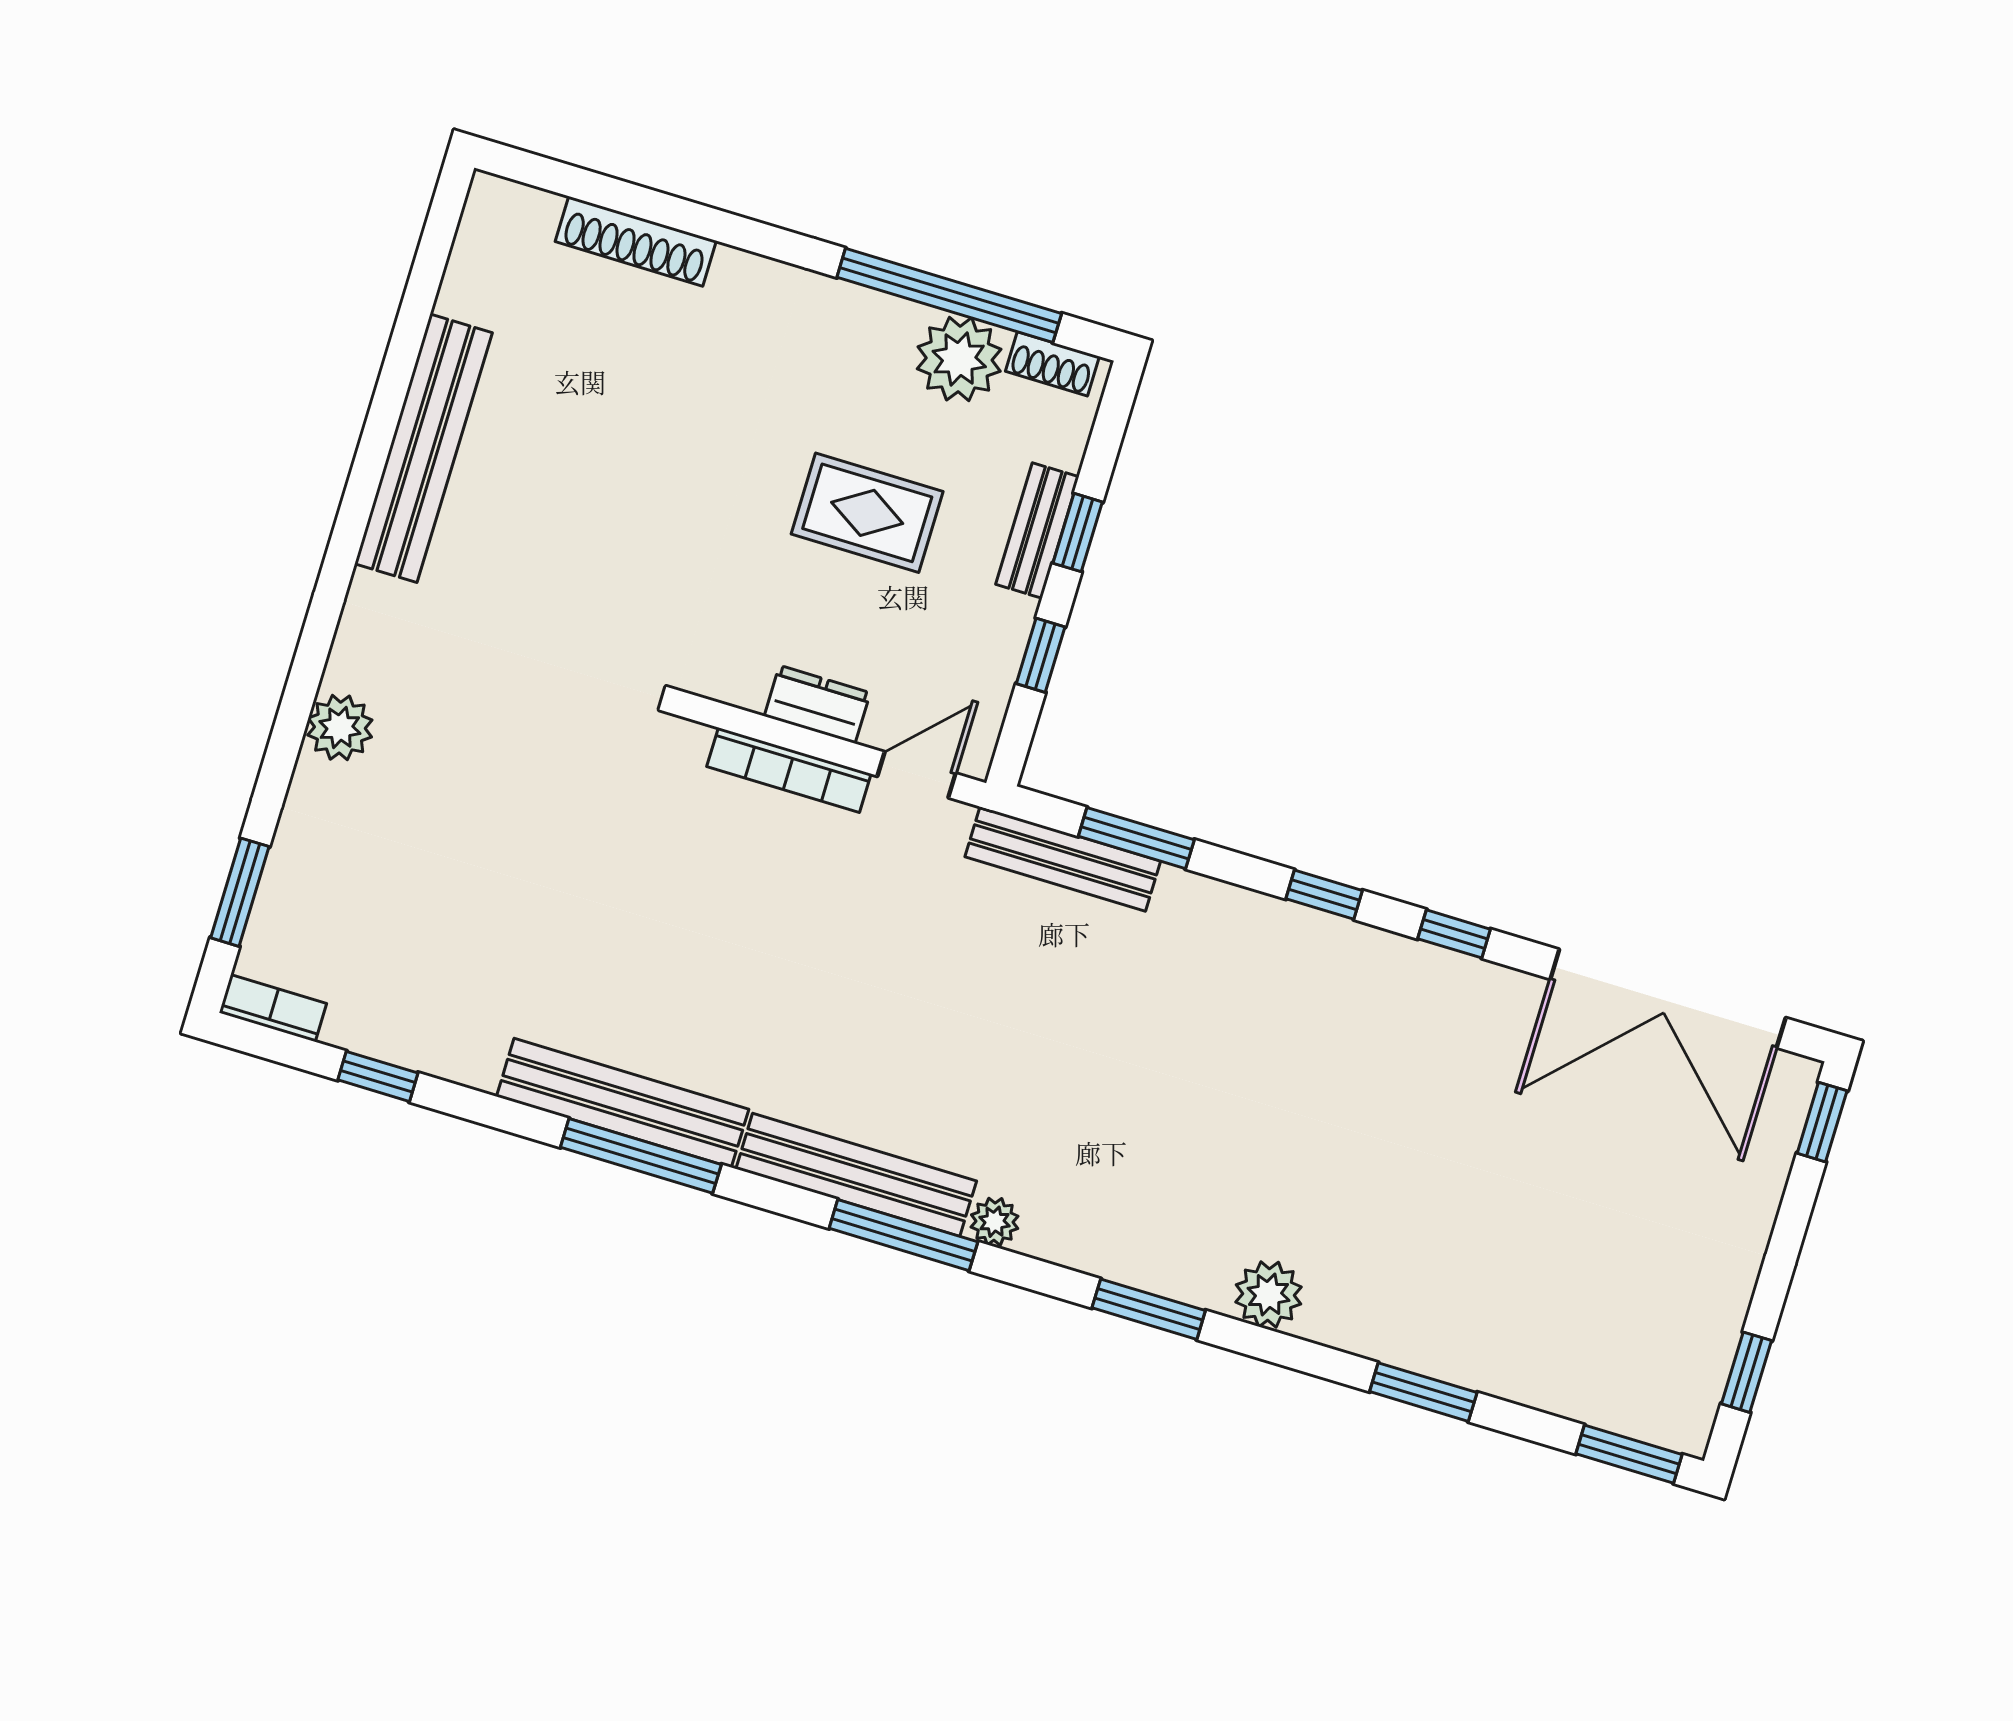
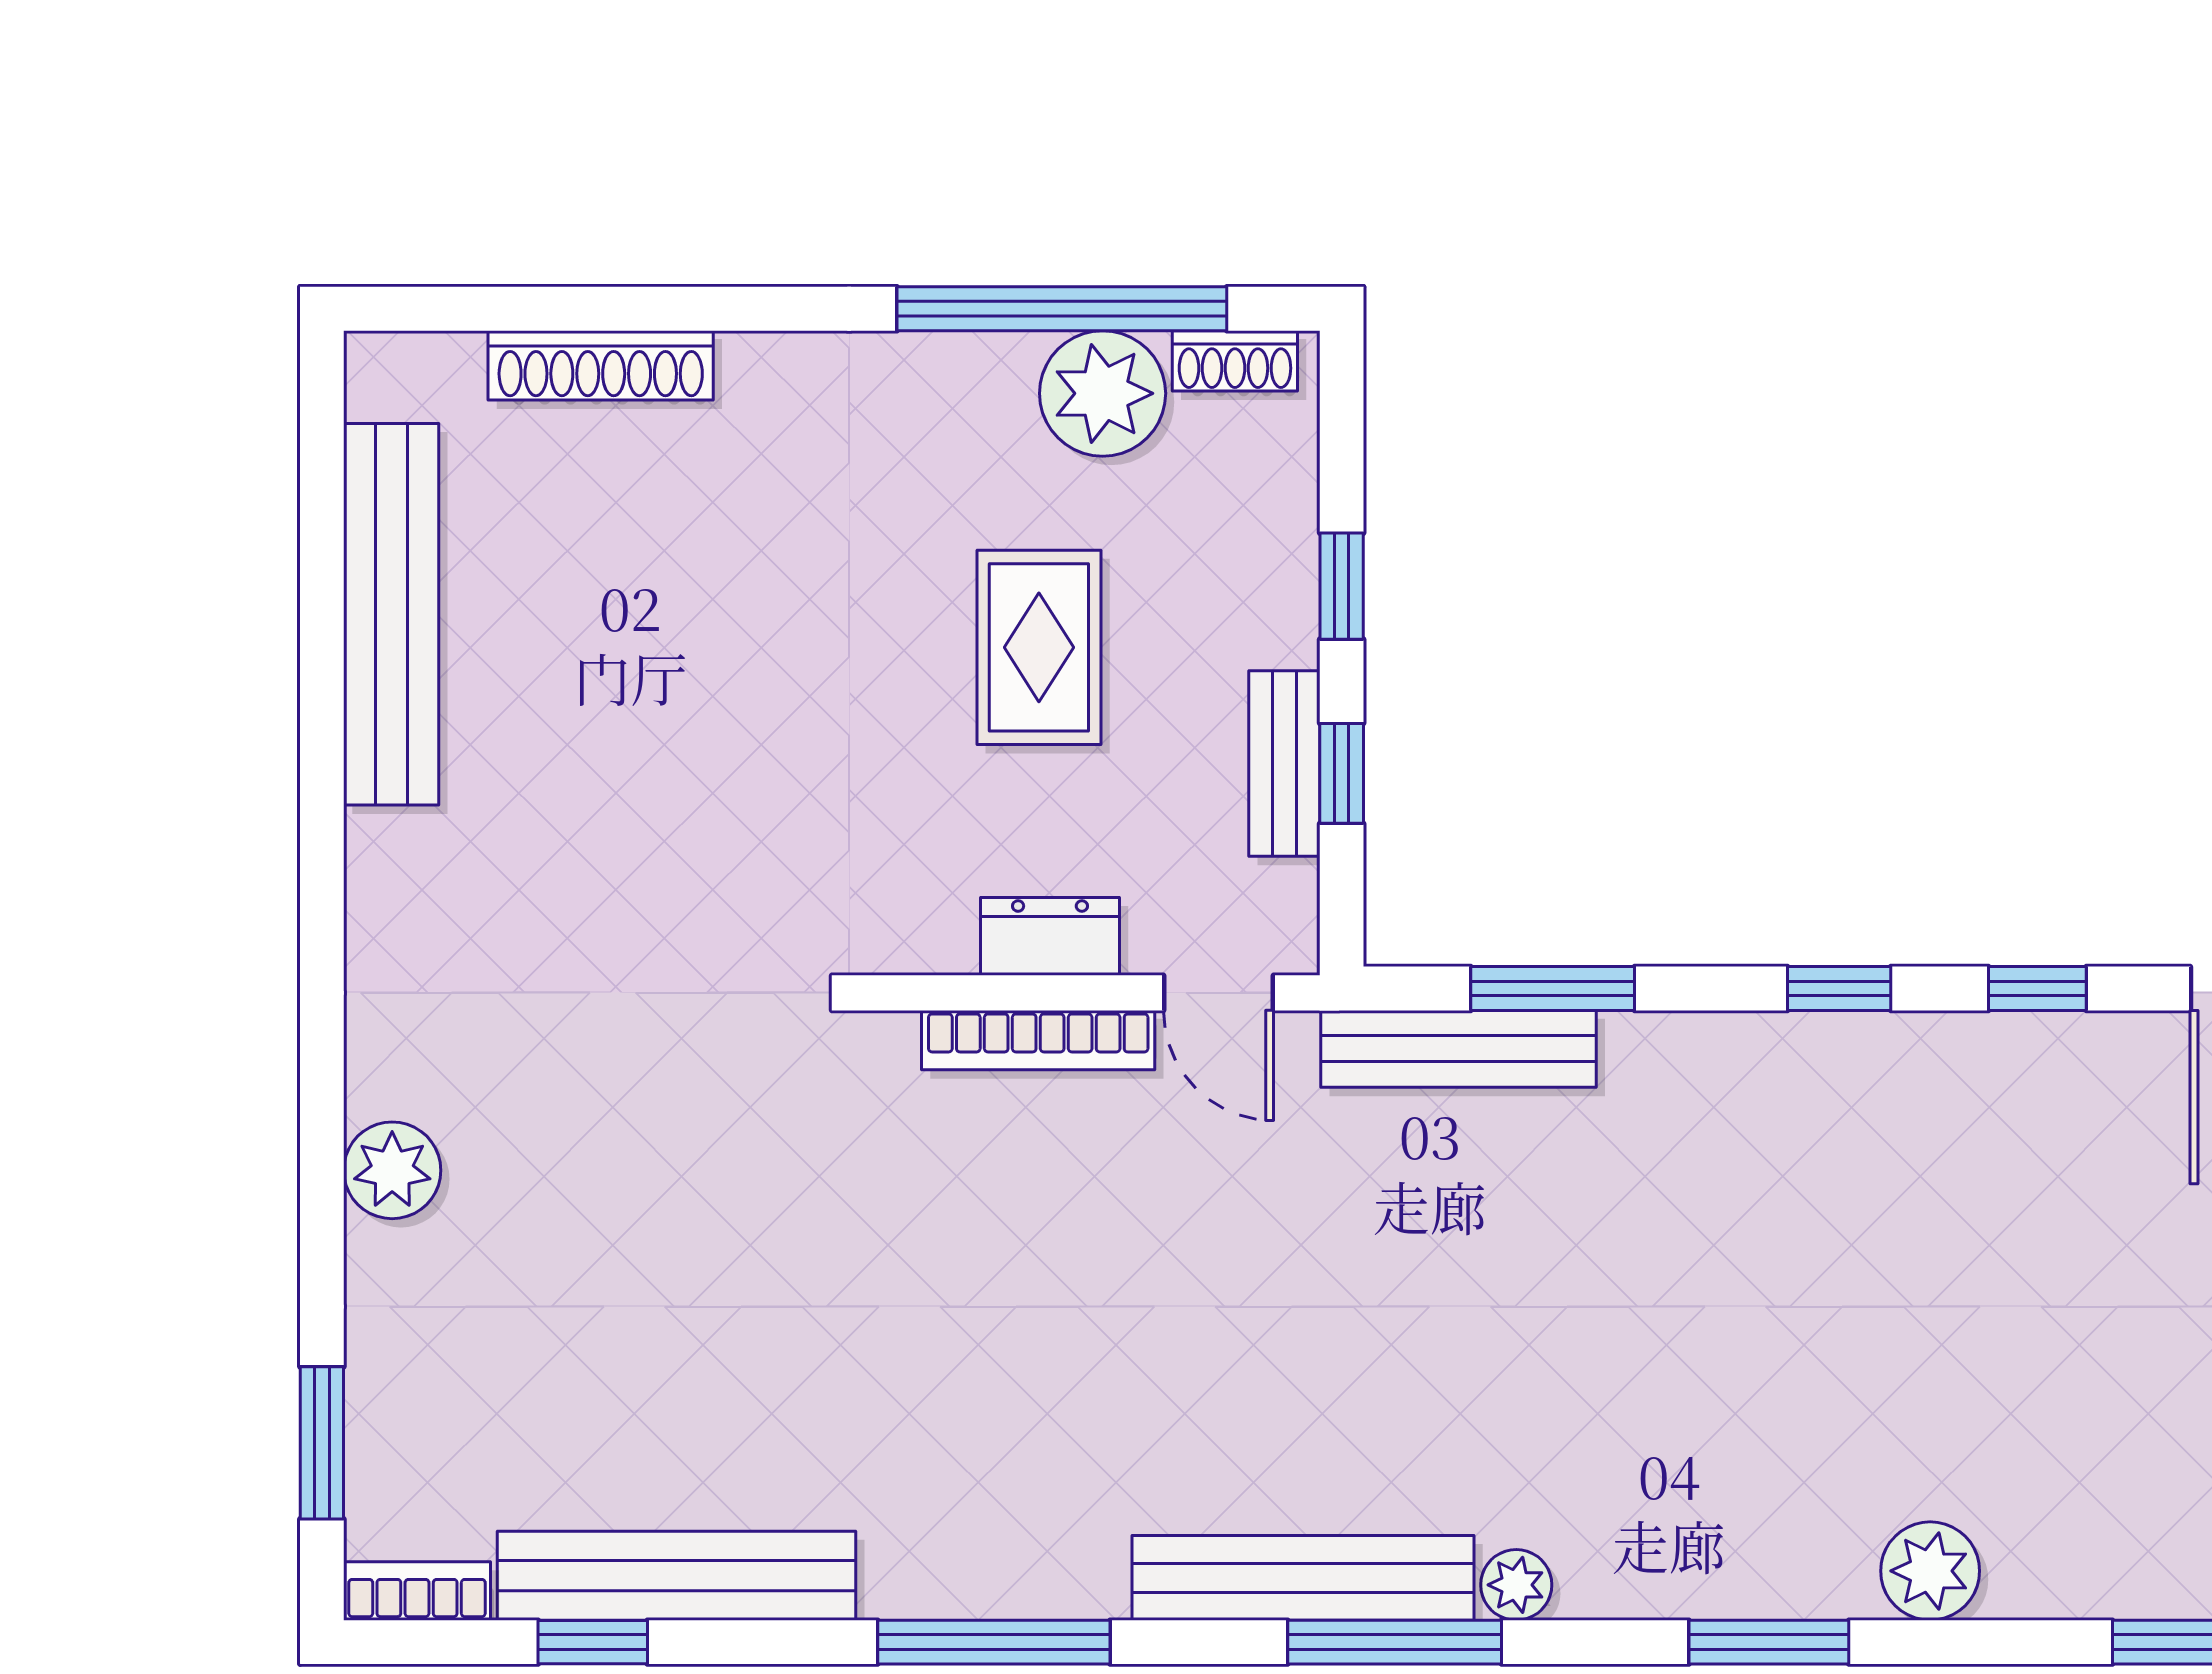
bench: (423, 448) -> (391, 614), moved
rug: (867, 513) -> (1039, 647), turned 90
bench: (1037, 531) -> (1284, 764), moved
door: (916, 775) -> (1218, 993), swing flipped
bench: (623, 1103) -> (676, 1576), moved

